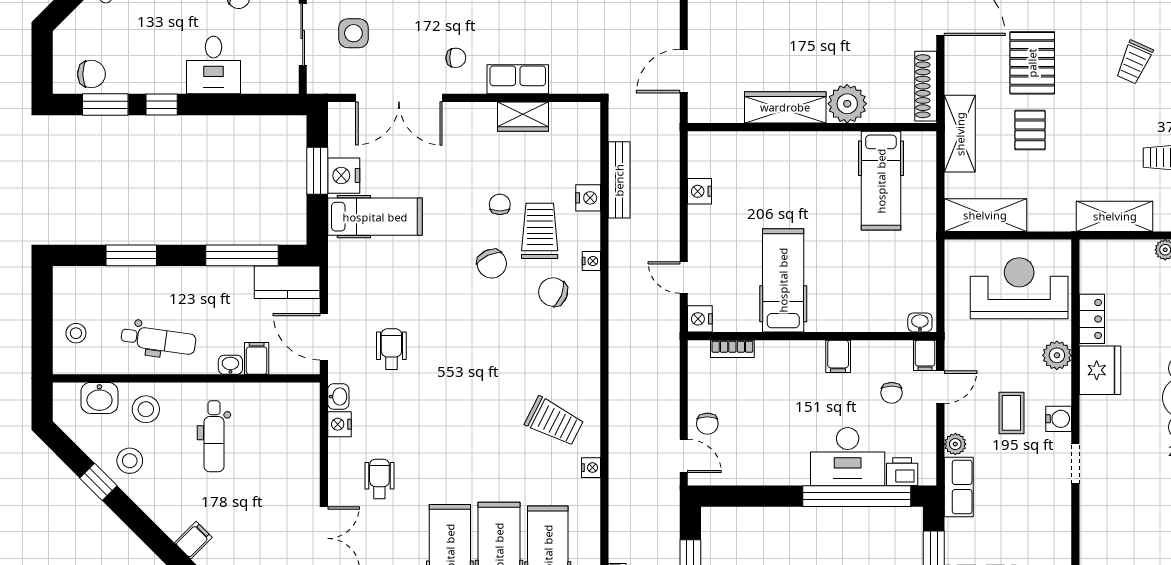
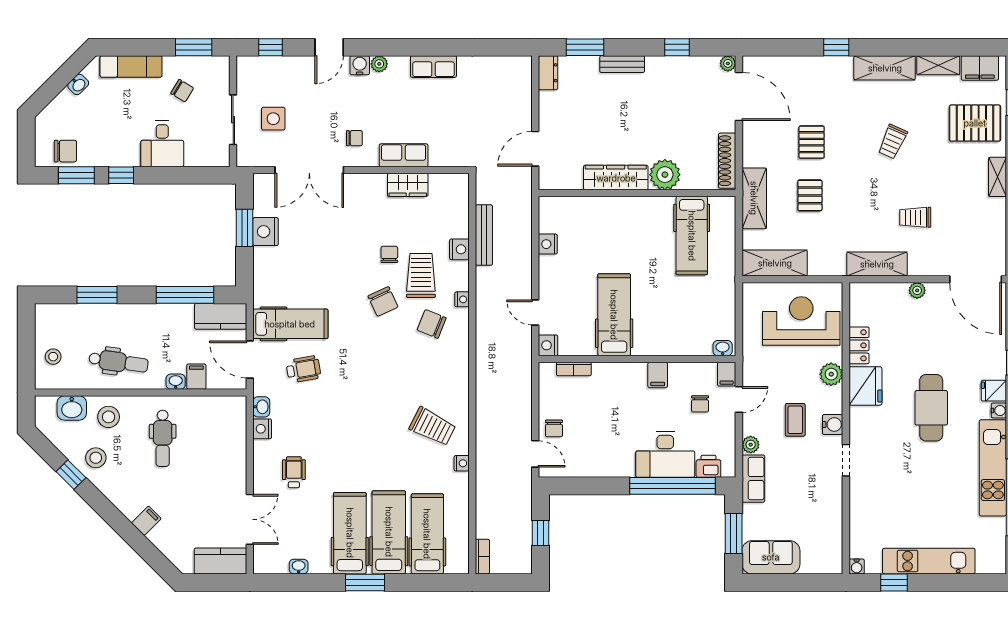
pallet: (1032, 63) -> (812, 142), width x0.67, depth x0.71
hospital bed: (375, 217) -> (290, 324), moved
wheelchair: (391, 349) -> (303, 369), turned 80

